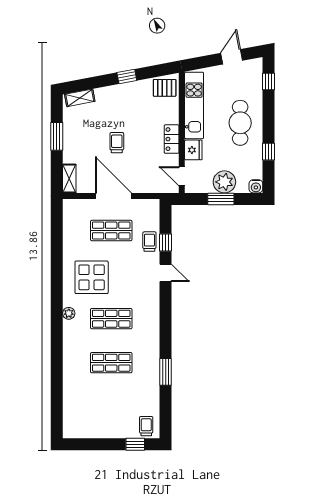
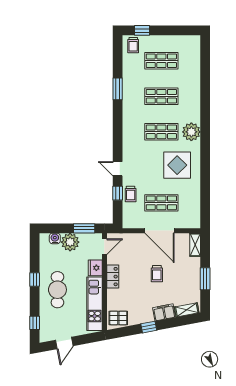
filing cabinet: (108, 95) -> (164, 312), added
window: (268, 152) -> (35, 279), moved
door: (182, 176) -> (104, 247), hinge flipped
water cooler: (256, 186) -> (55, 238), moved
window: (221, 199) -> (84, 228), moved
plant: (69, 313) -> (191, 132), width x1.87, depth x1.87
shop shelf: (111, 407) -> (161, 61), added

